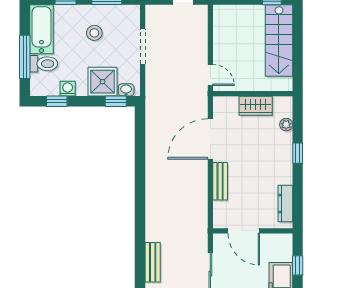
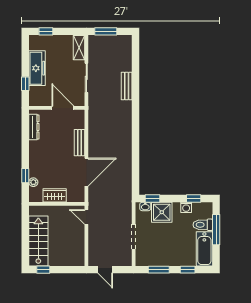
stool: (94, 33) -> (167, 246), removed
window: (298, 153) -> (25, 176), moved

